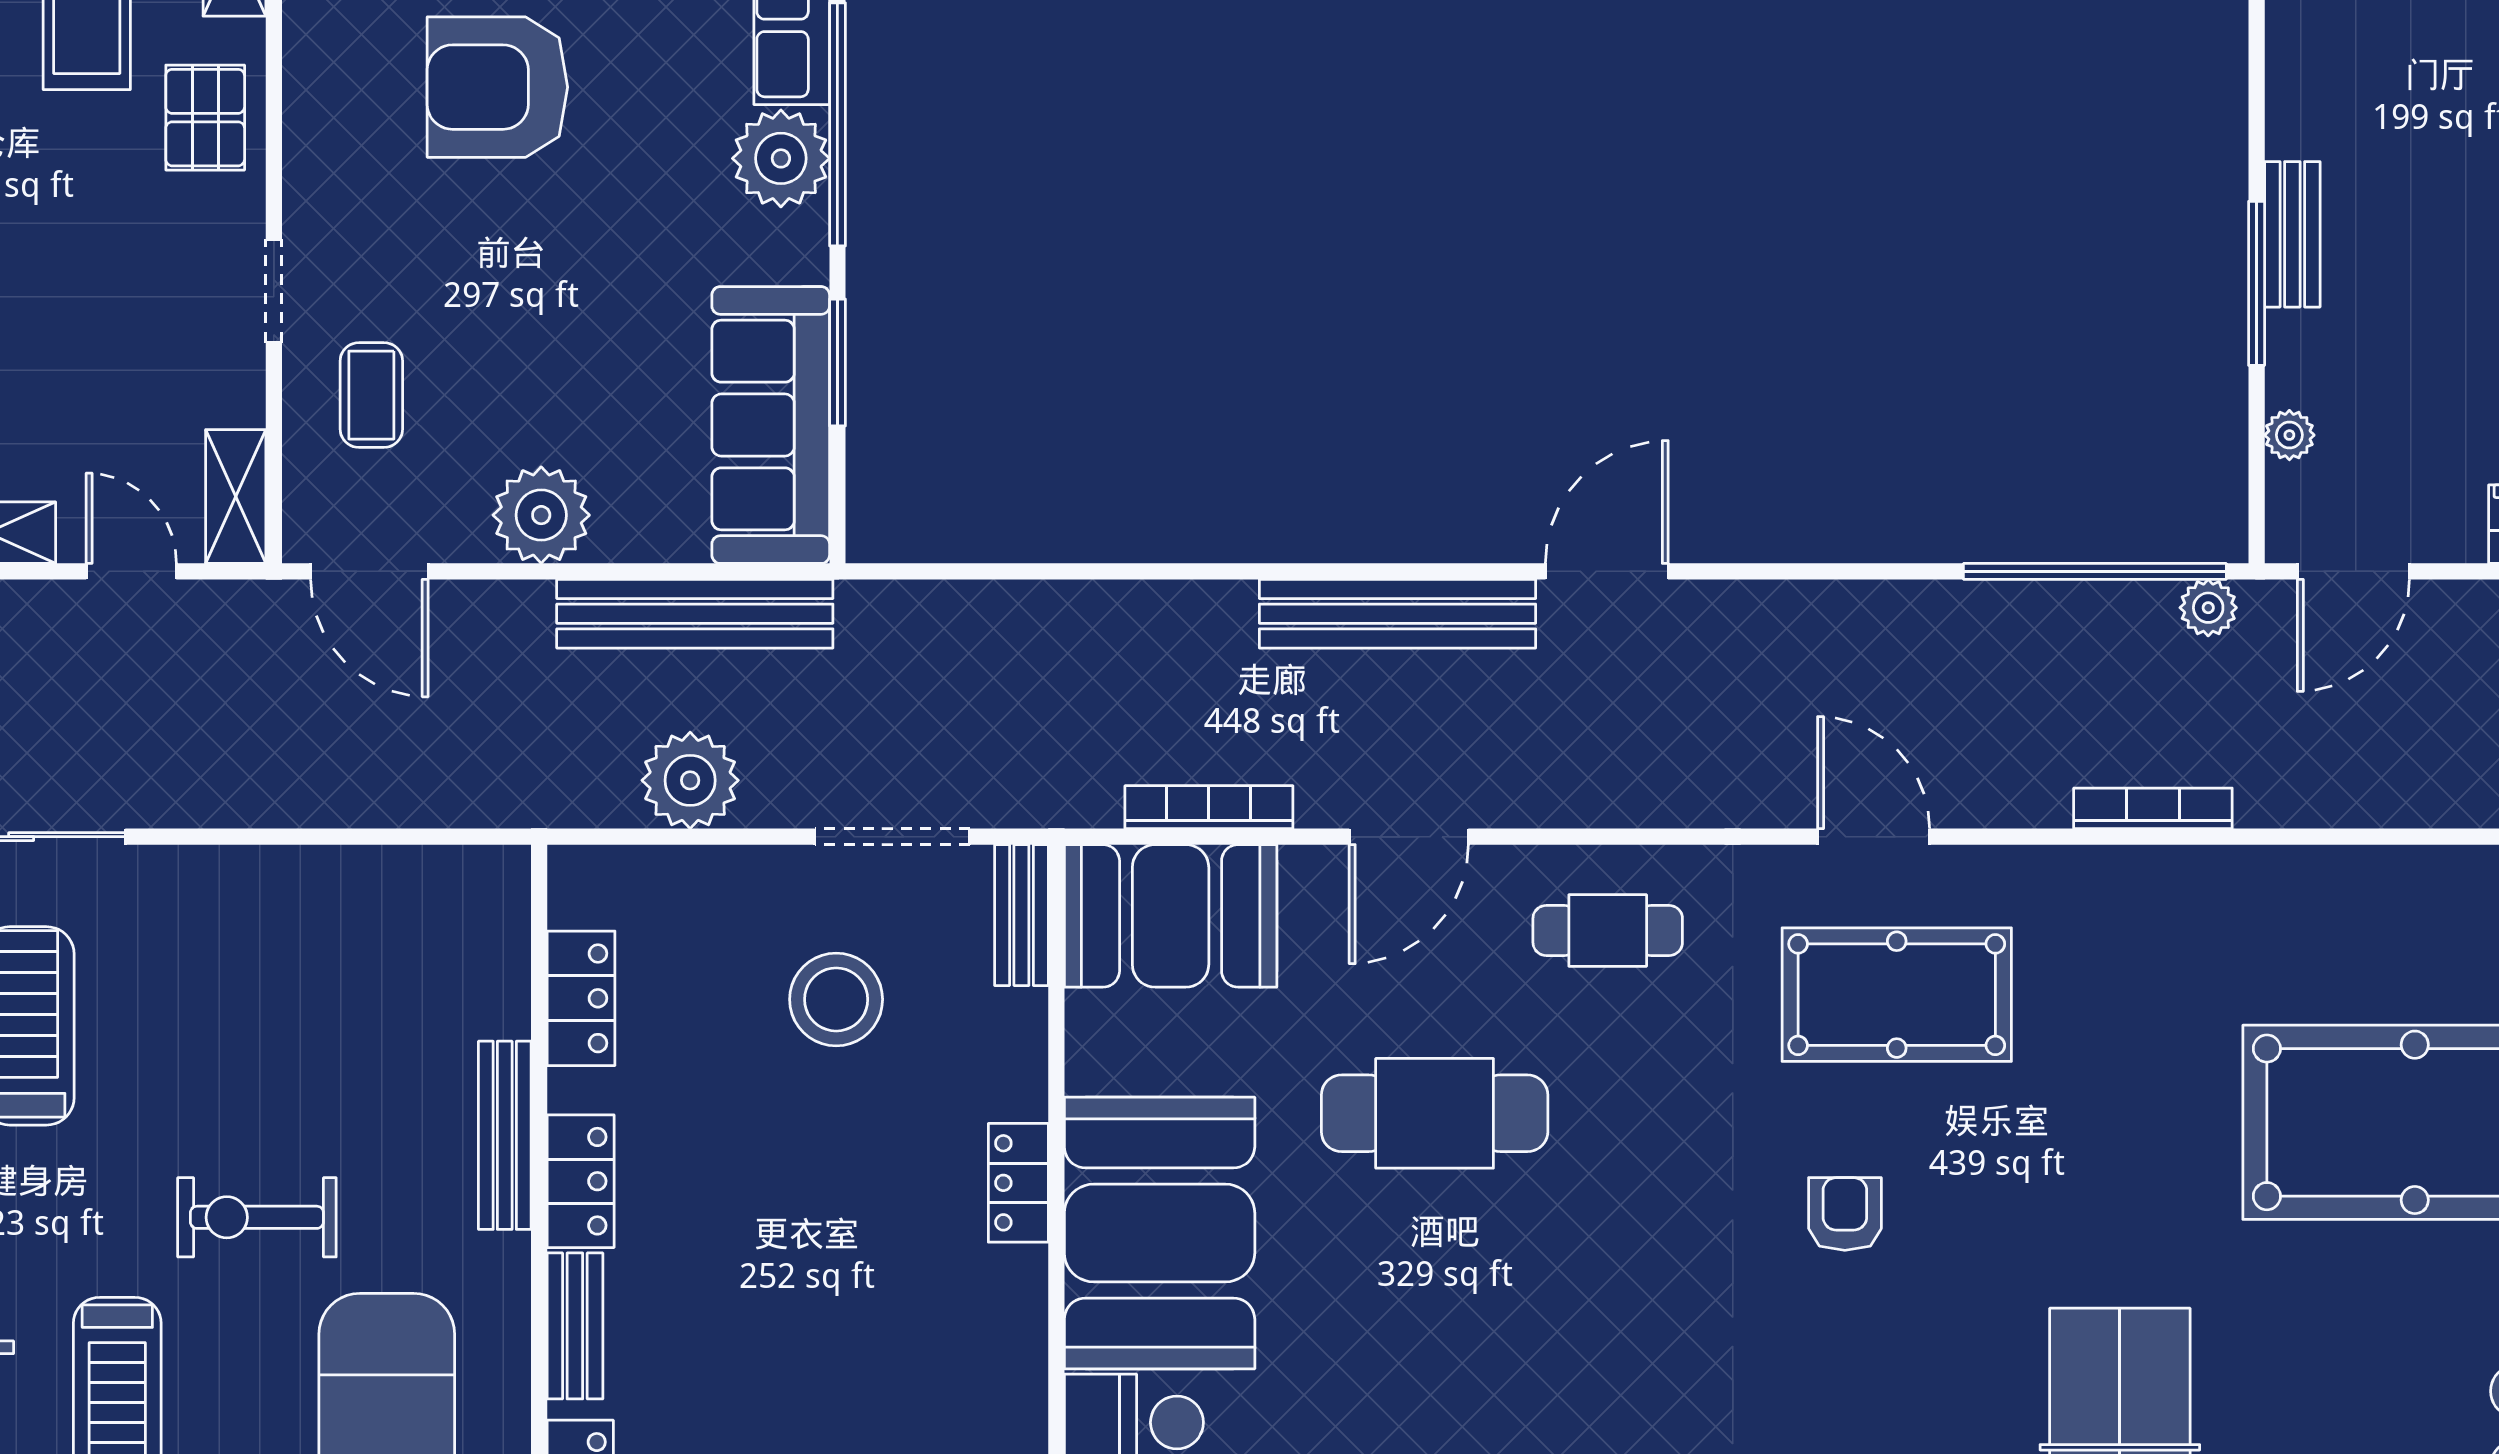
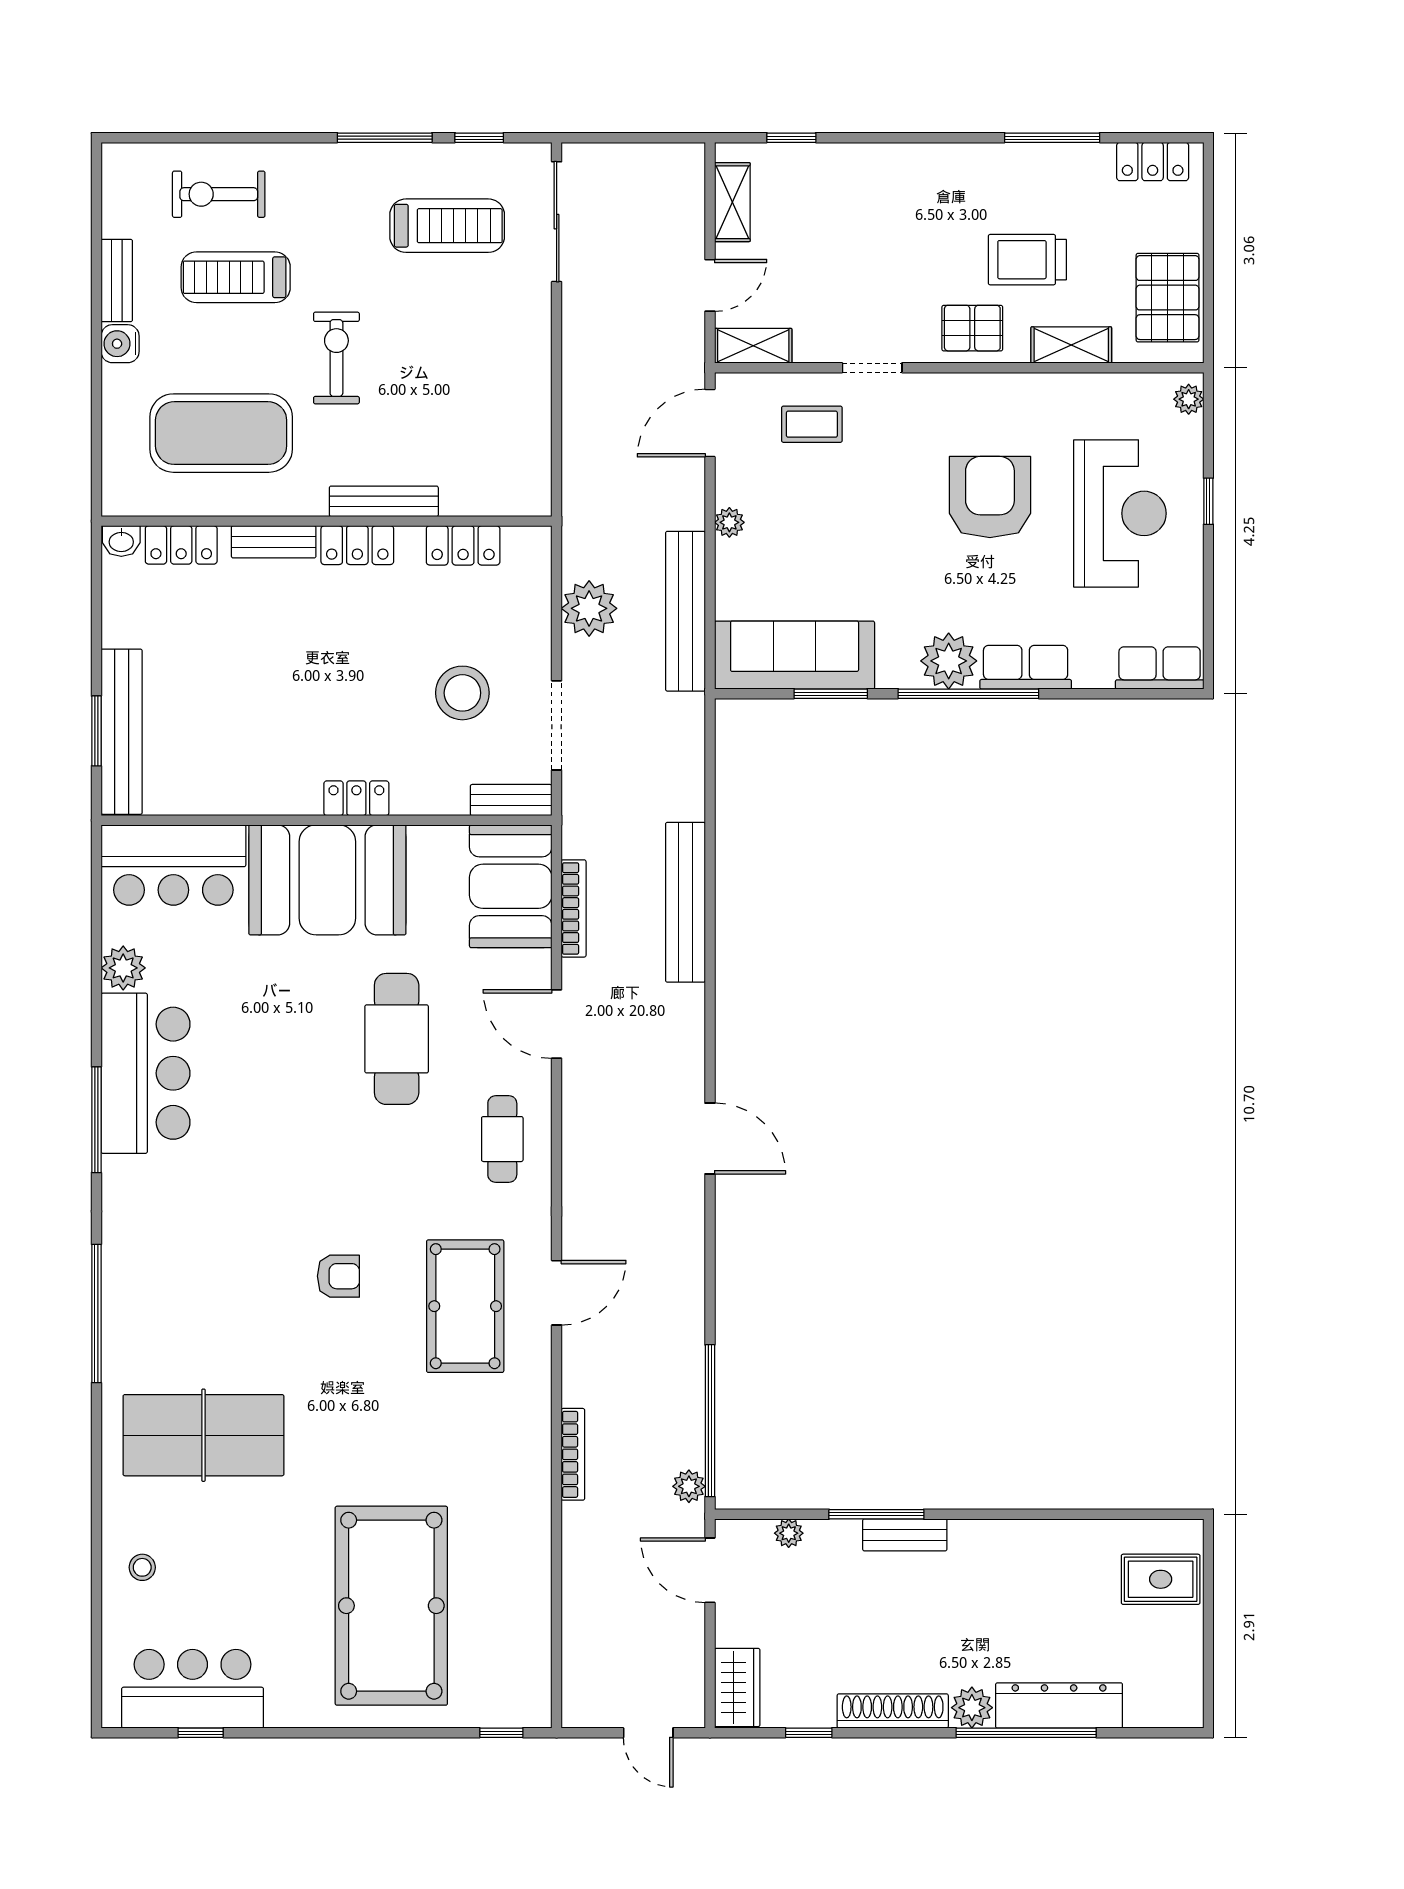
plant: (541, 515) -> (729, 522), width x0.53, depth x0.53
bench: (1398, 614) -> (685, 902), moved

